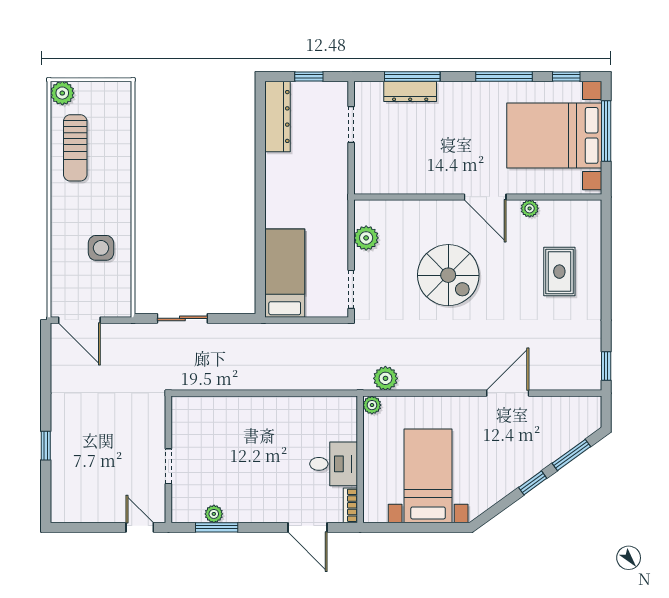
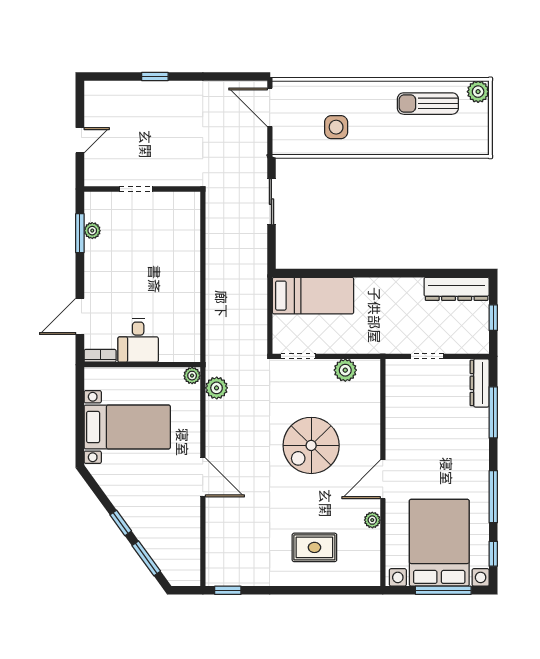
dresser: (410, 91) -> (480, 383), moved
doorway: (351, 125) -> (427, 356), moved
door: (79, 320) -> (270, 107), hinge flipped
door: (508, 393) -> (203, 477), moved
door: (140, 527) -> (80, 140), moved

